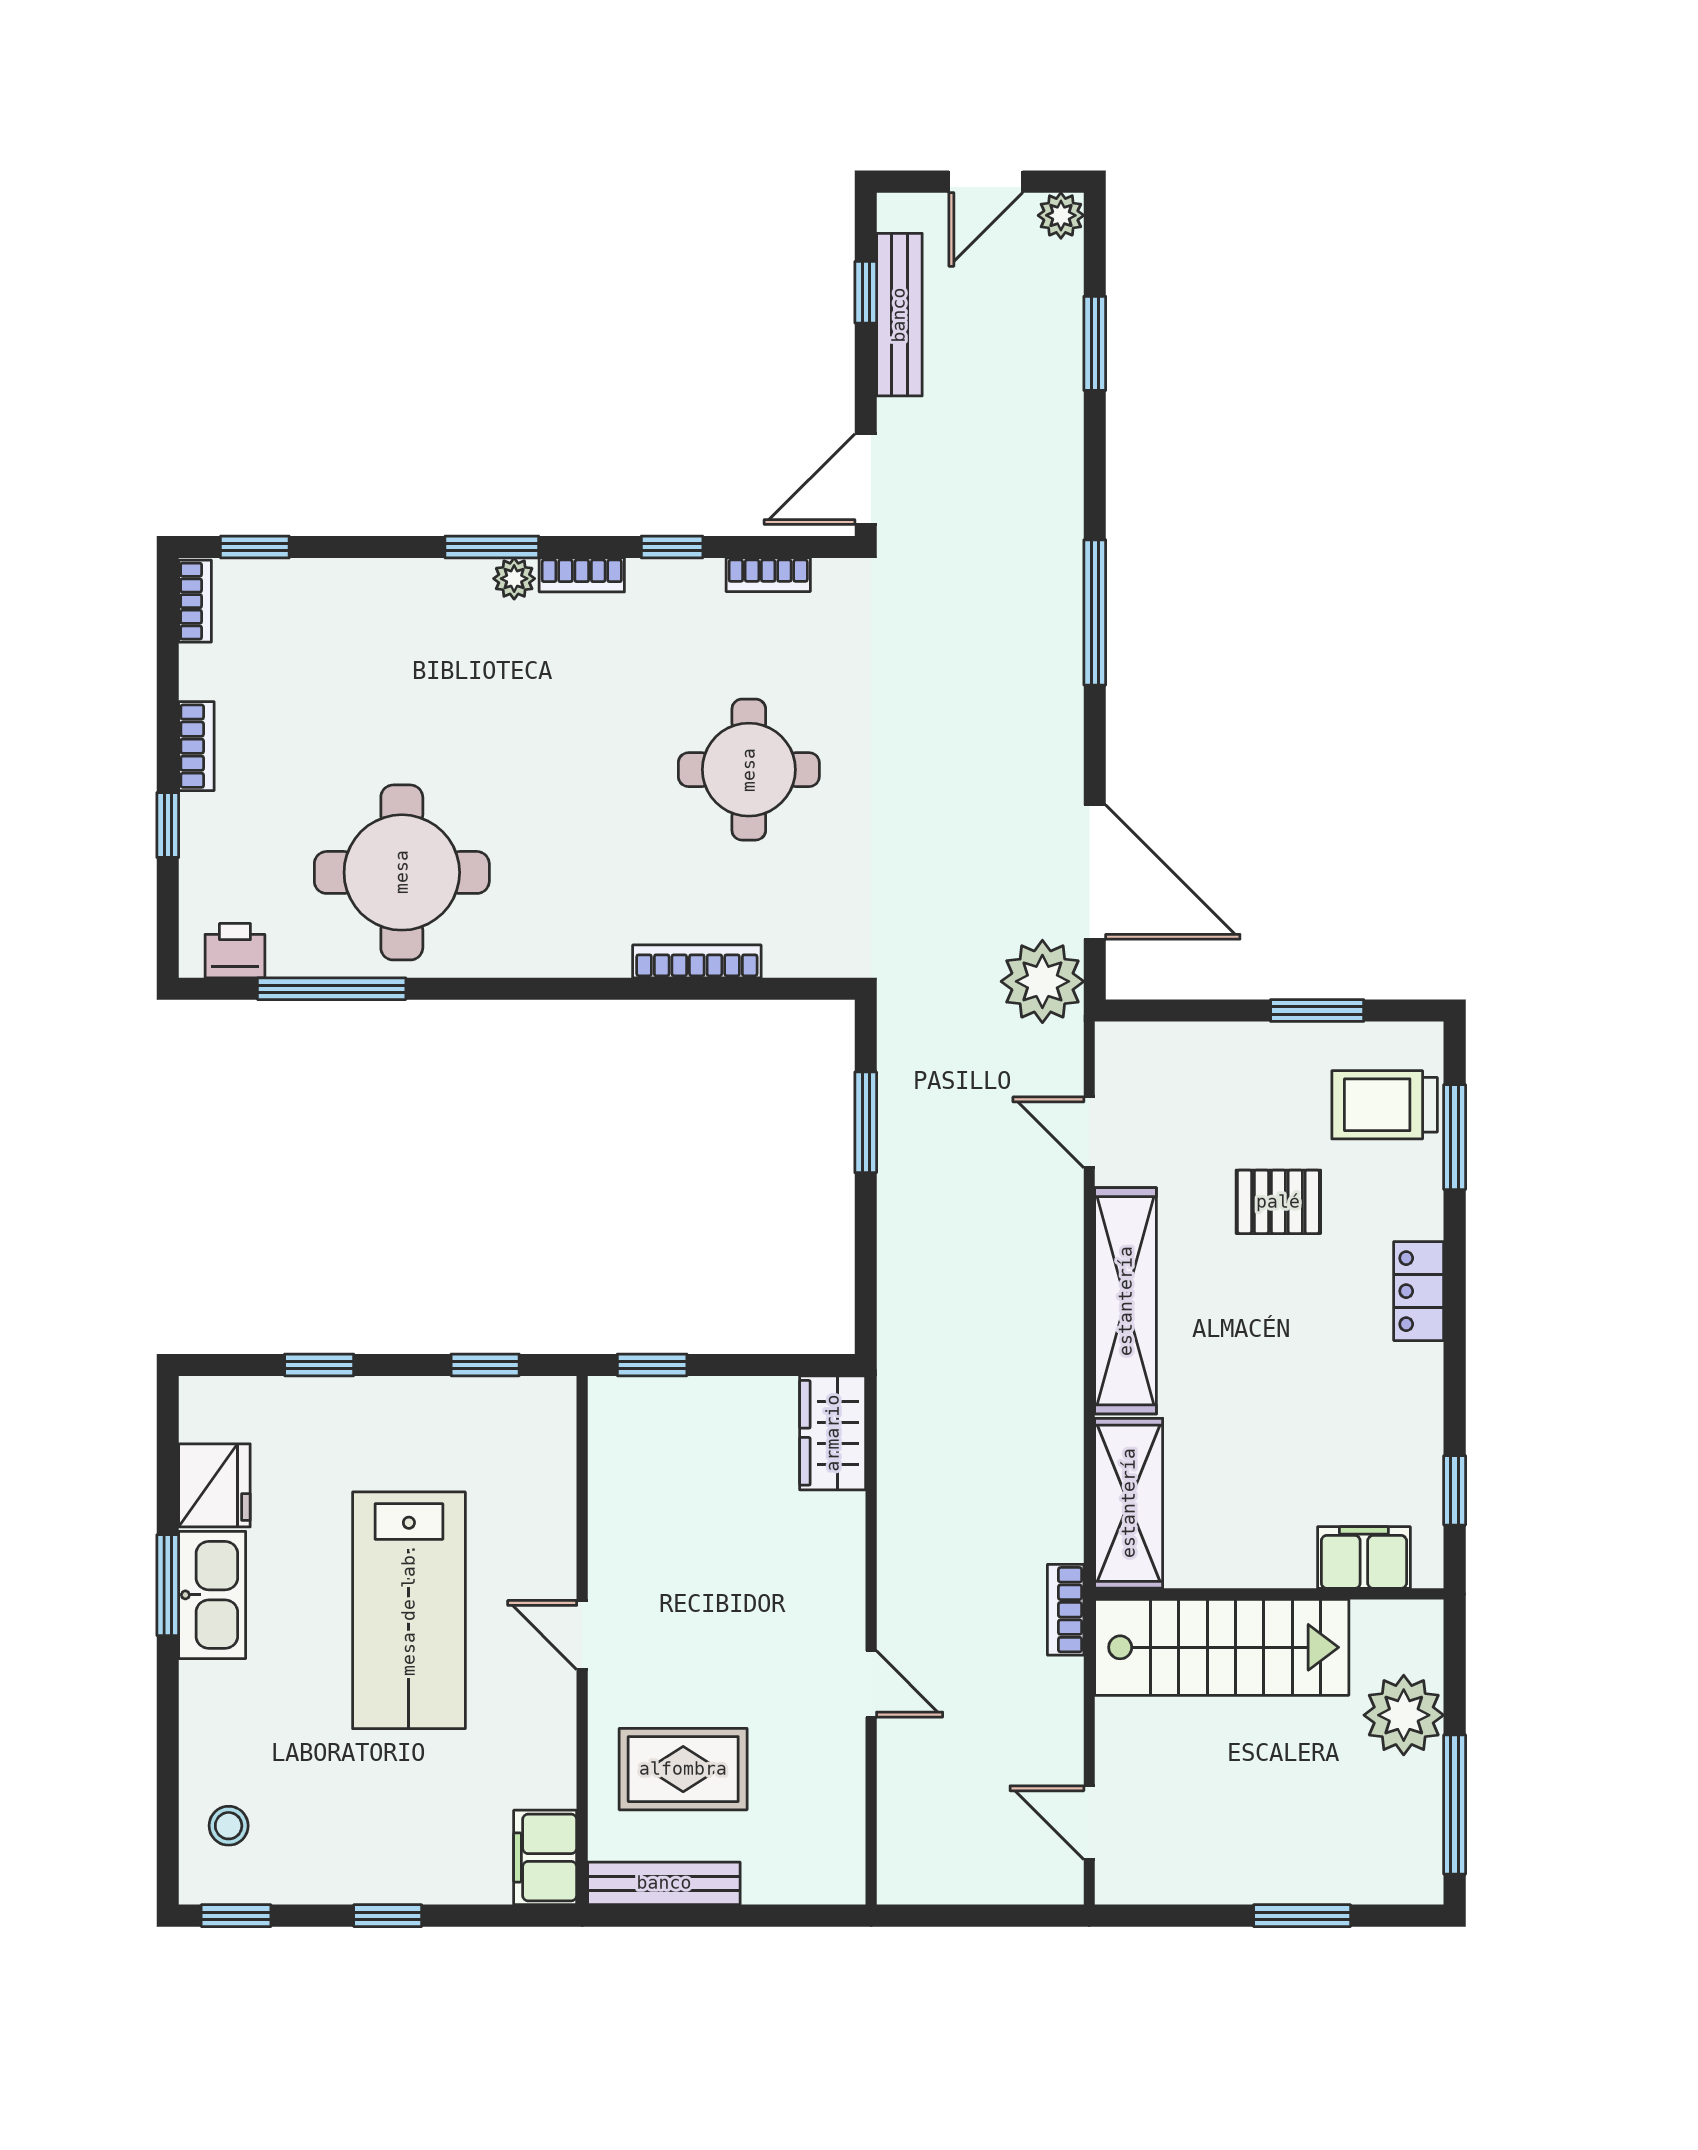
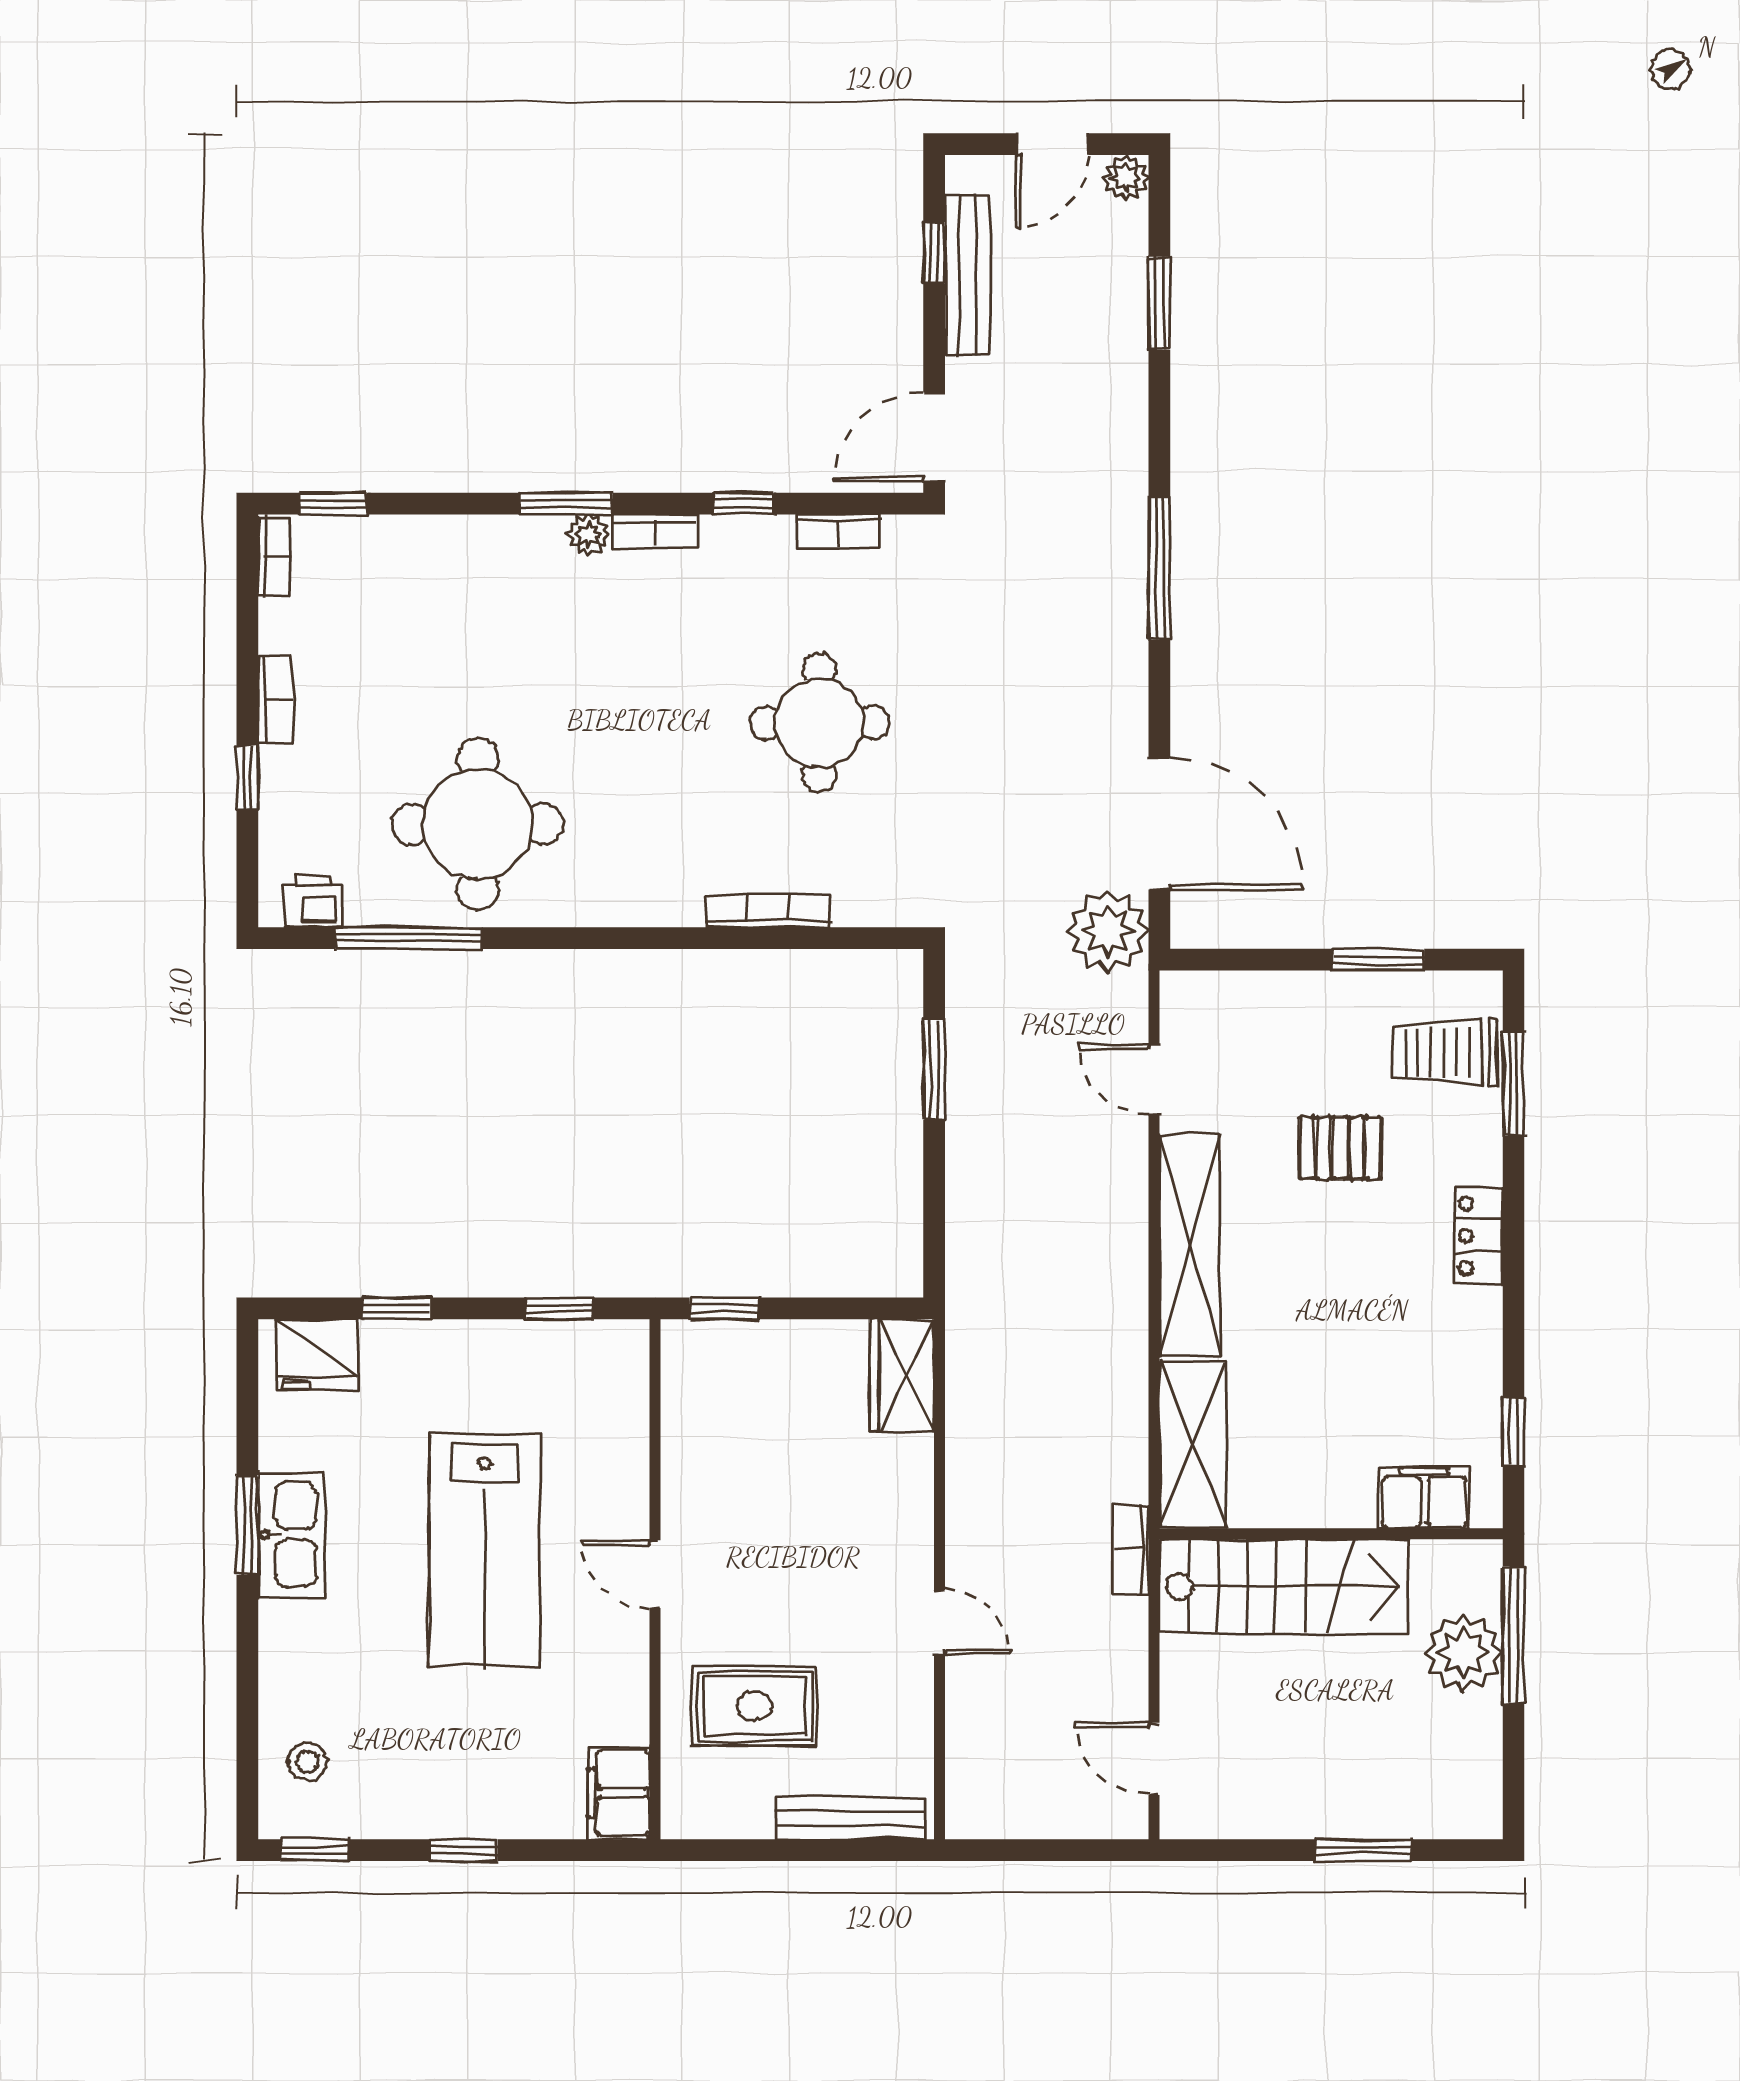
fridge: (214, 1485) -> (317, 1354), moved, turned 90
window: (1455, 1804) -> (1513, 1635), moved
bench: (664, 1883) -> (850, 1818), moved

